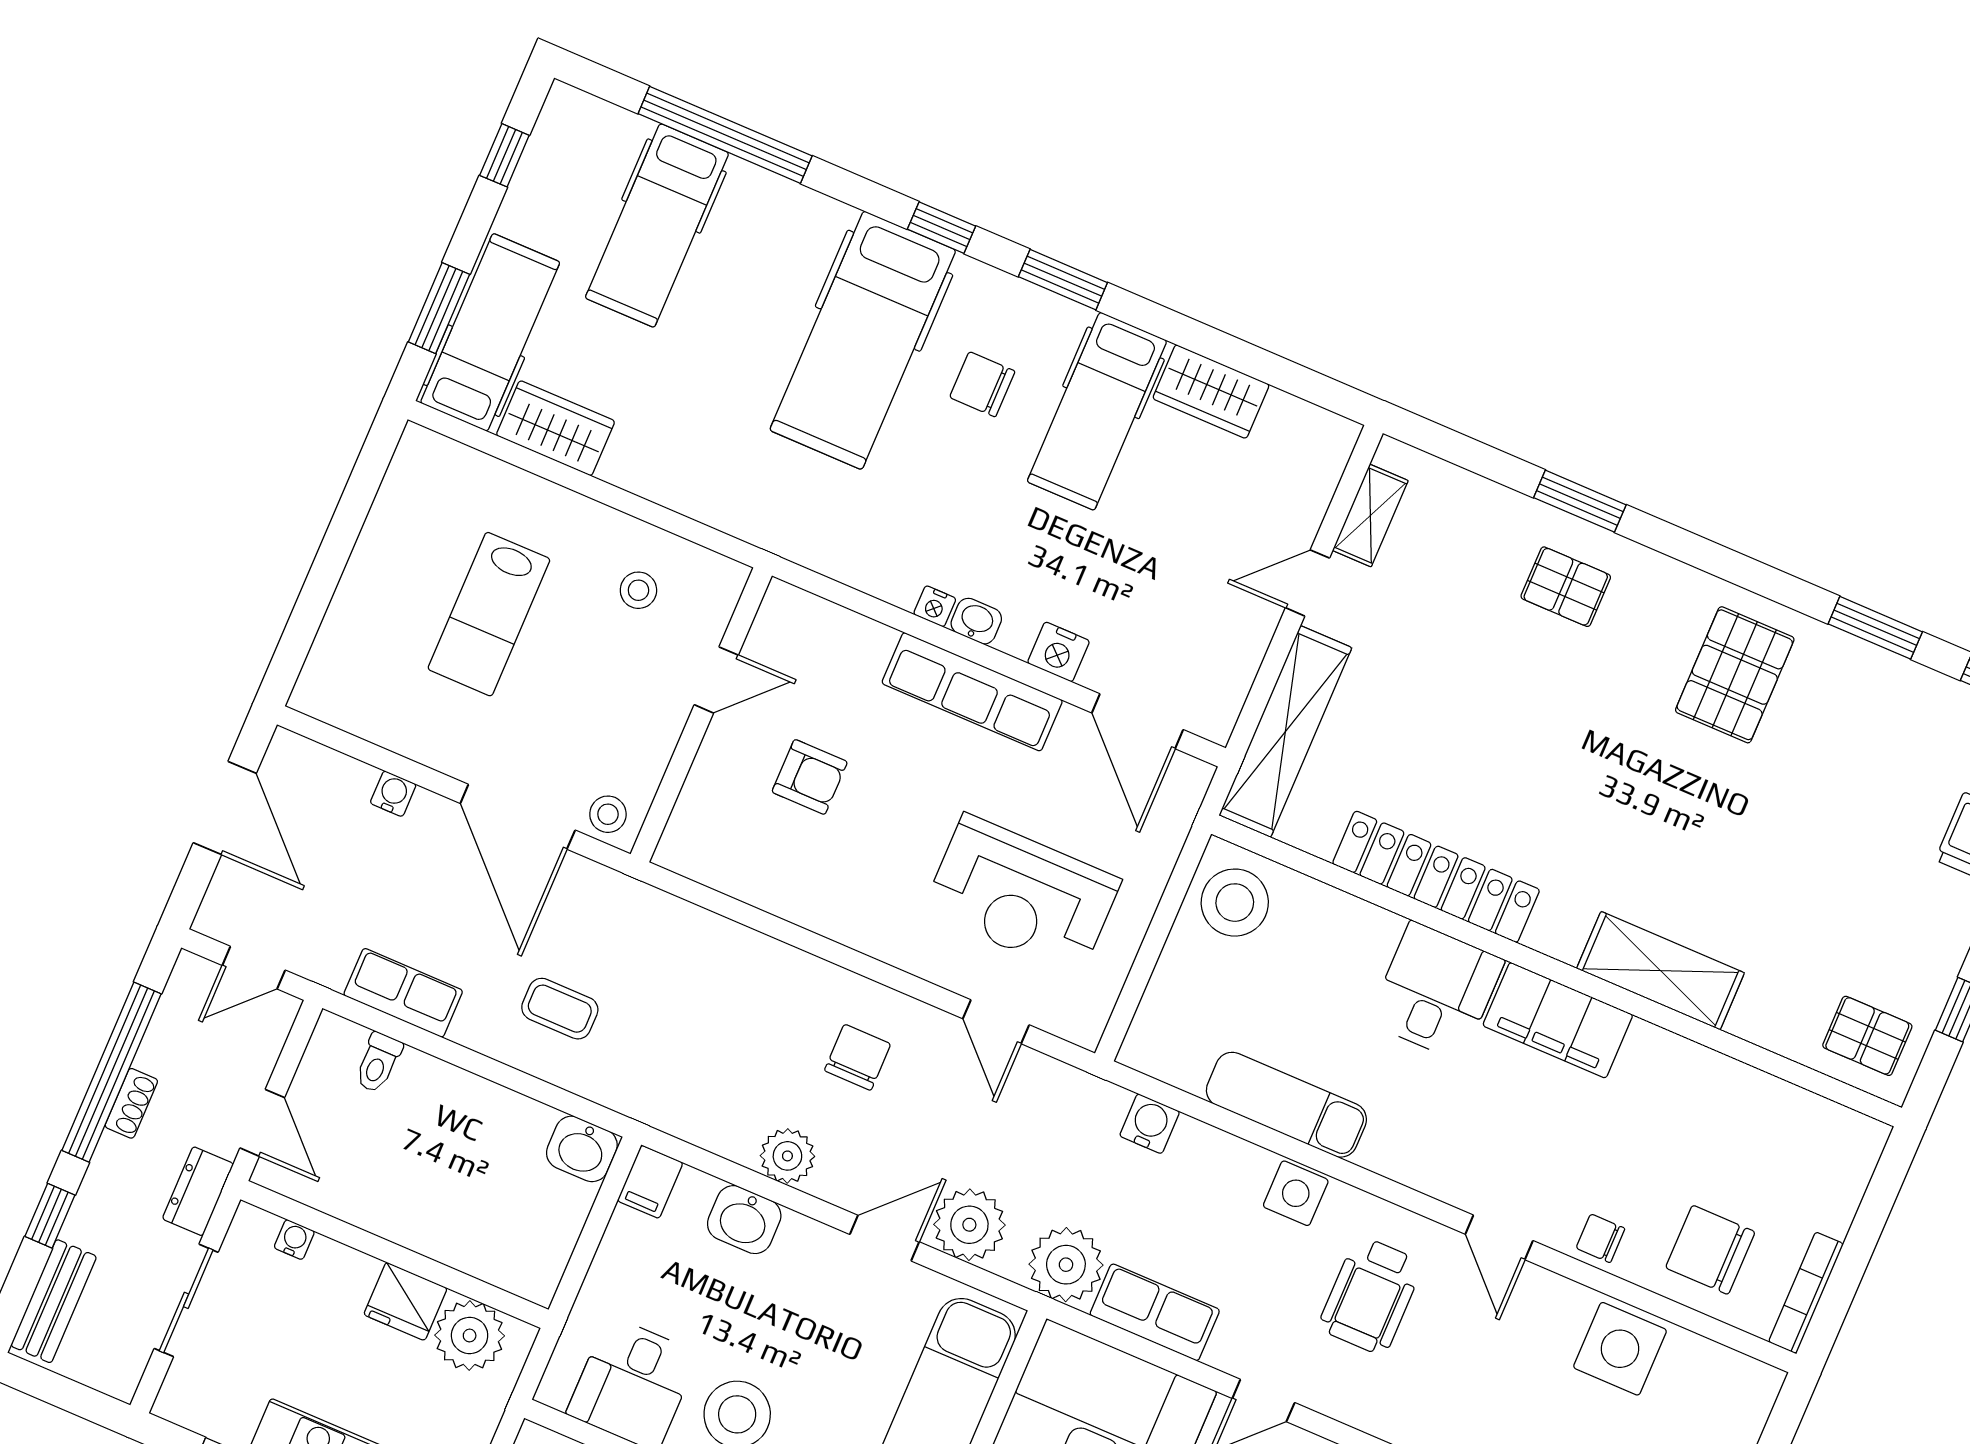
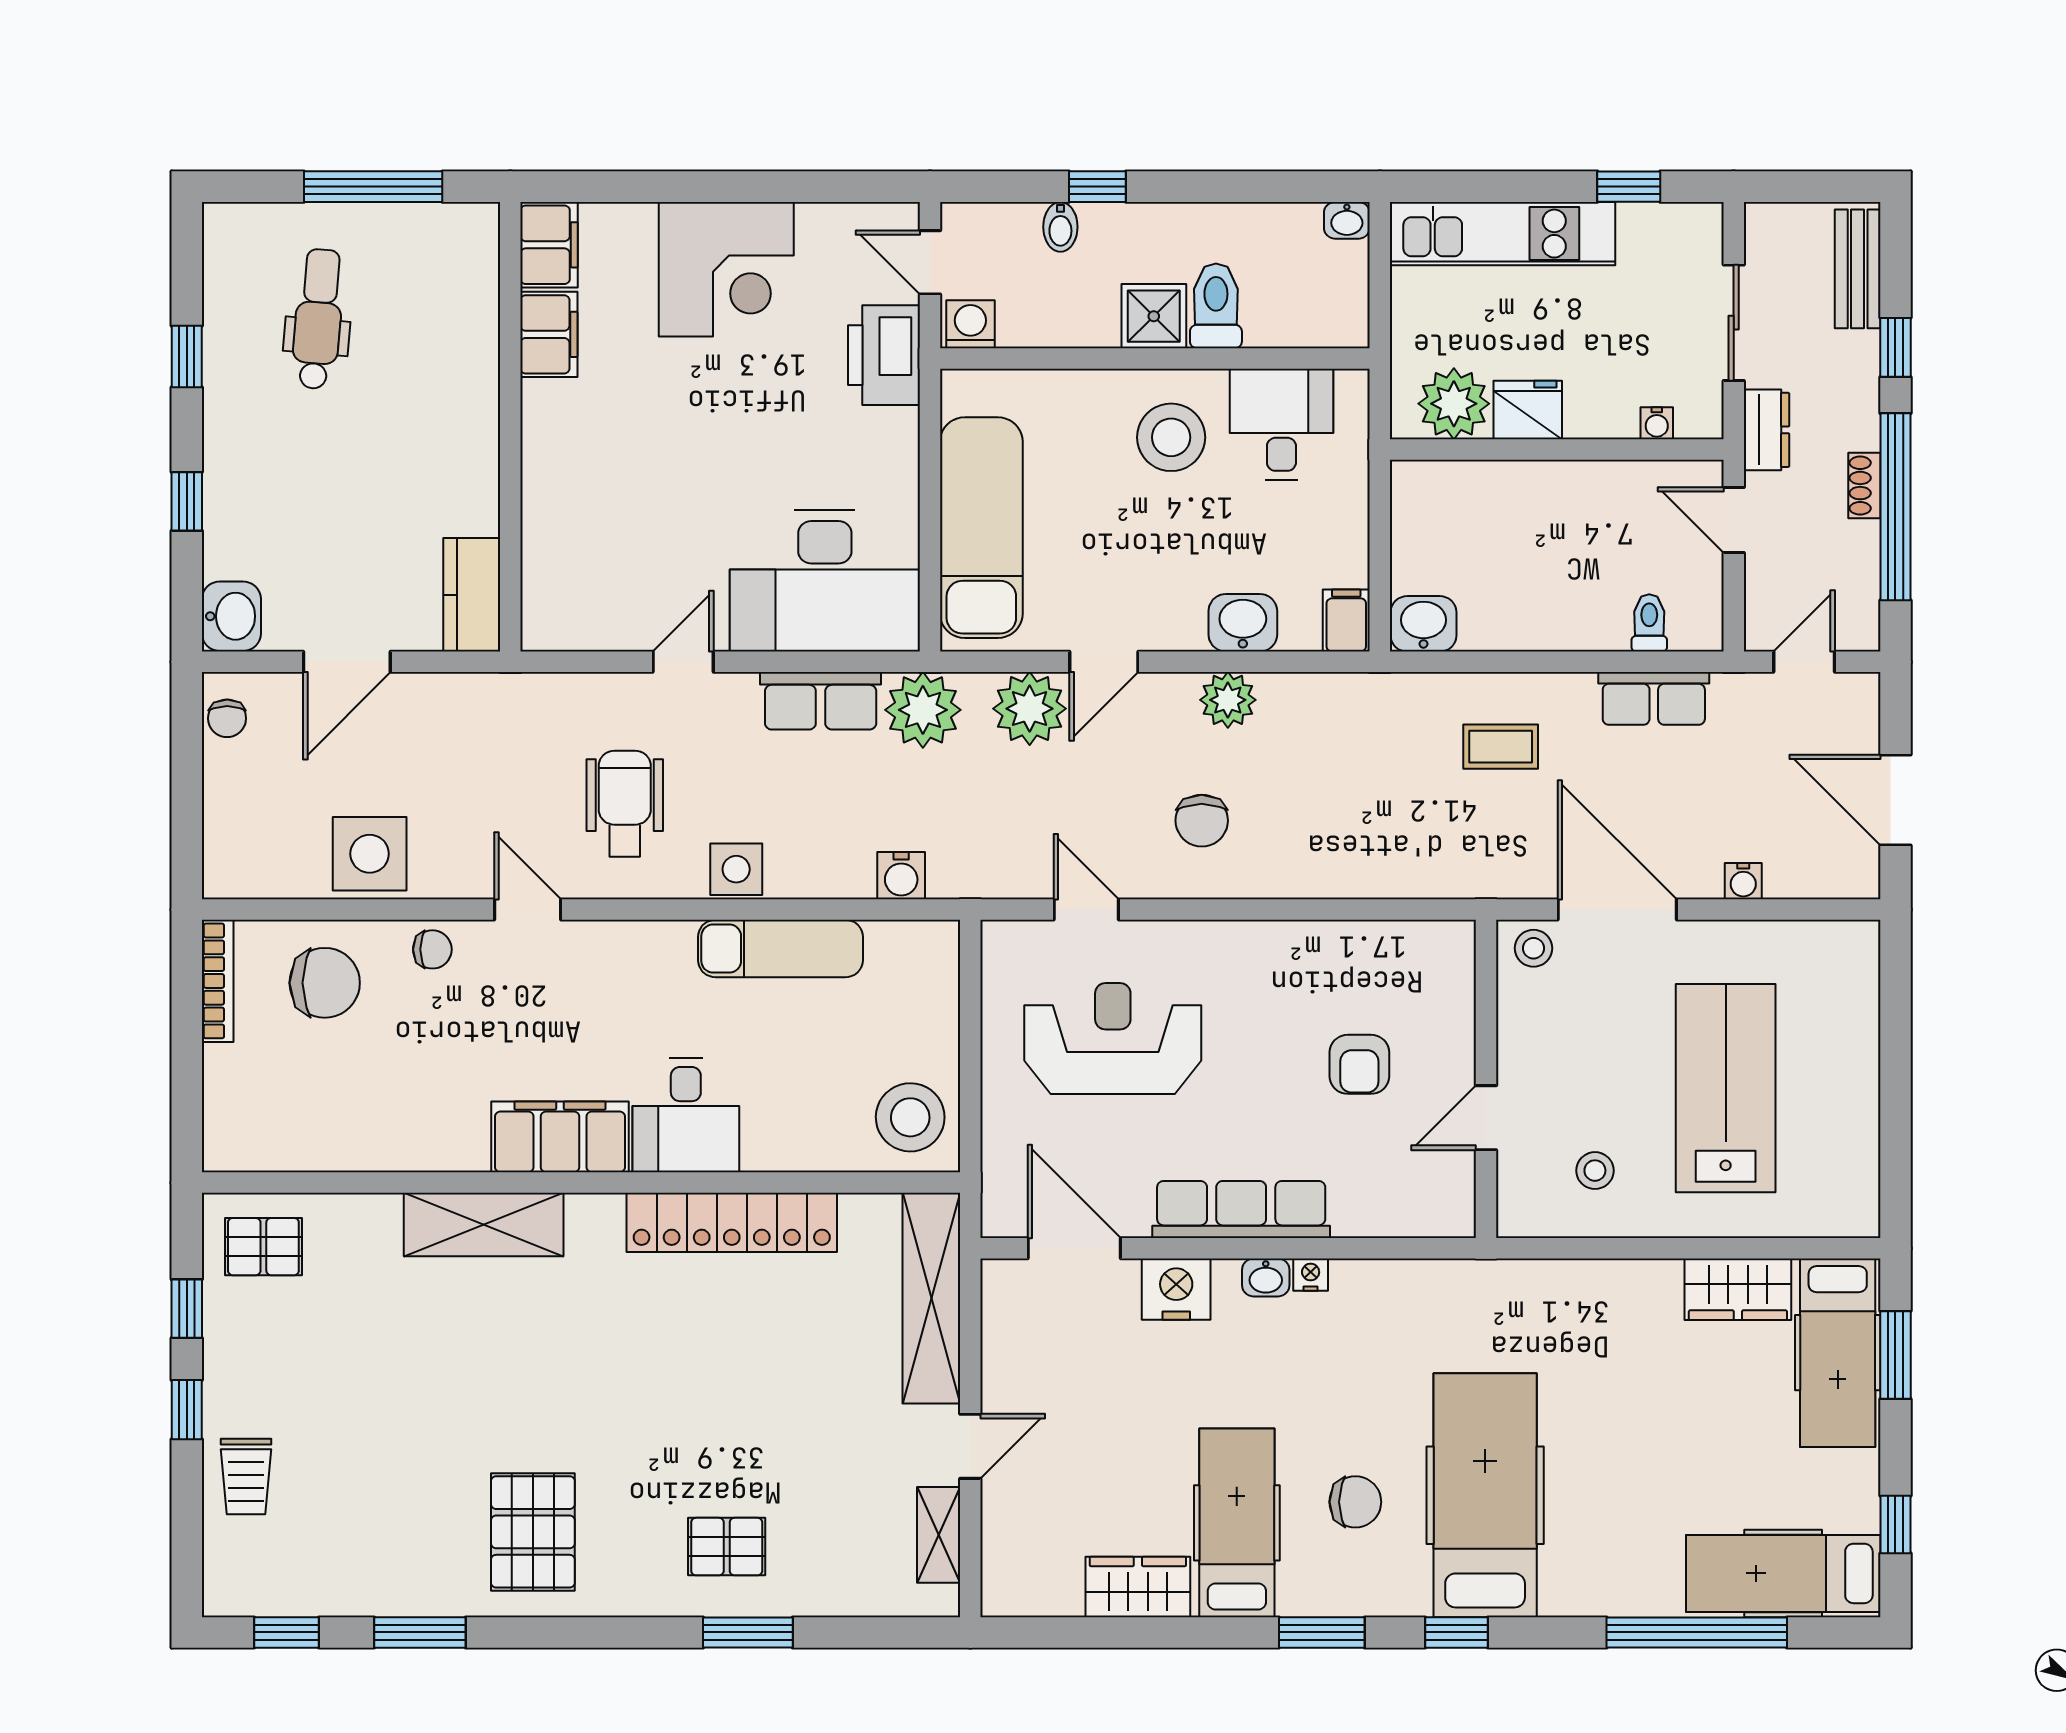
hospital bed: (657, 225) -> (1783, 1573), moved, turned -90
lab bench: (489, 614) -> (1726, 1088), width x1.36, depth x1.39
nightstand: (1059, 652) -> (1176, 1289), width x1.36, depth x1.33
armchair: (810, 777) -> (1359, 1064), turned -90

